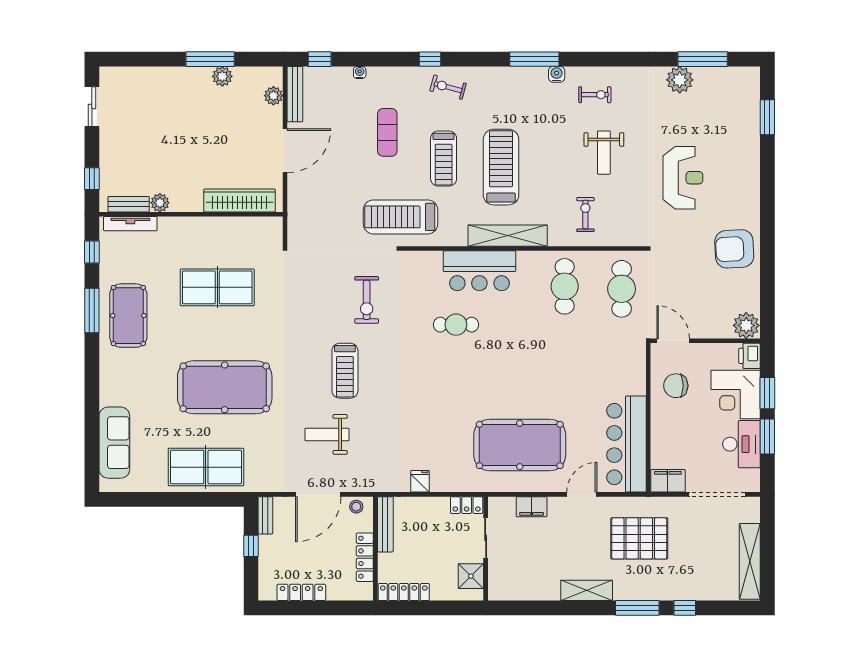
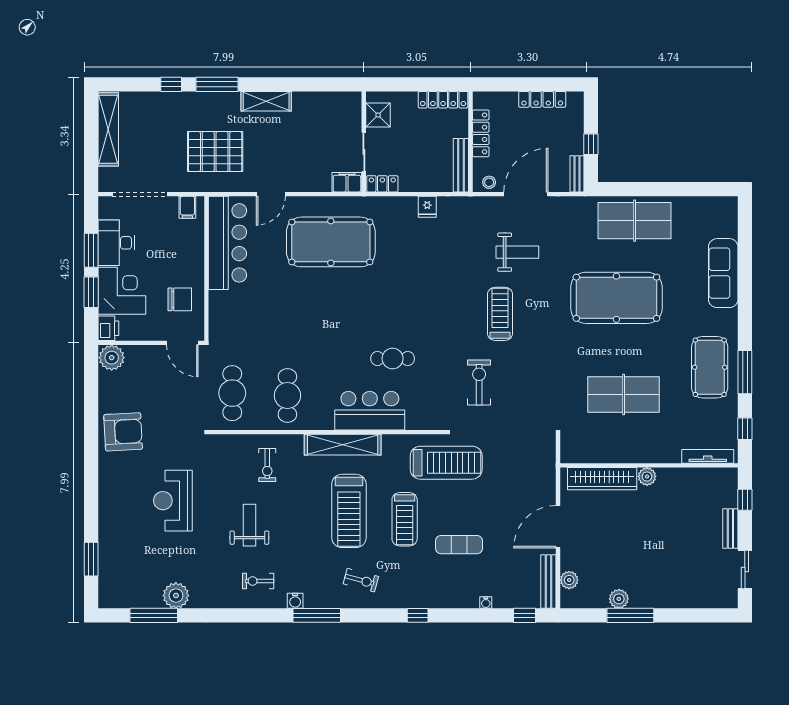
exercise bike: (448, 87) -> (361, 580), moved
exercise mat: (387, 132) -> (459, 545), turned 90
treadmill: (444, 159) -> (405, 519), turned 180
plant: (160, 203) -> (647, 476), moved
bench: (129, 204) -> (730, 528), moved, turned 90
sofa: (114, 443) -> (723, 273), moved
filing cabinet: (668, 481) -> (187, 207), width x0.50
filing cabinet: (532, 507) -> (347, 182), moved

